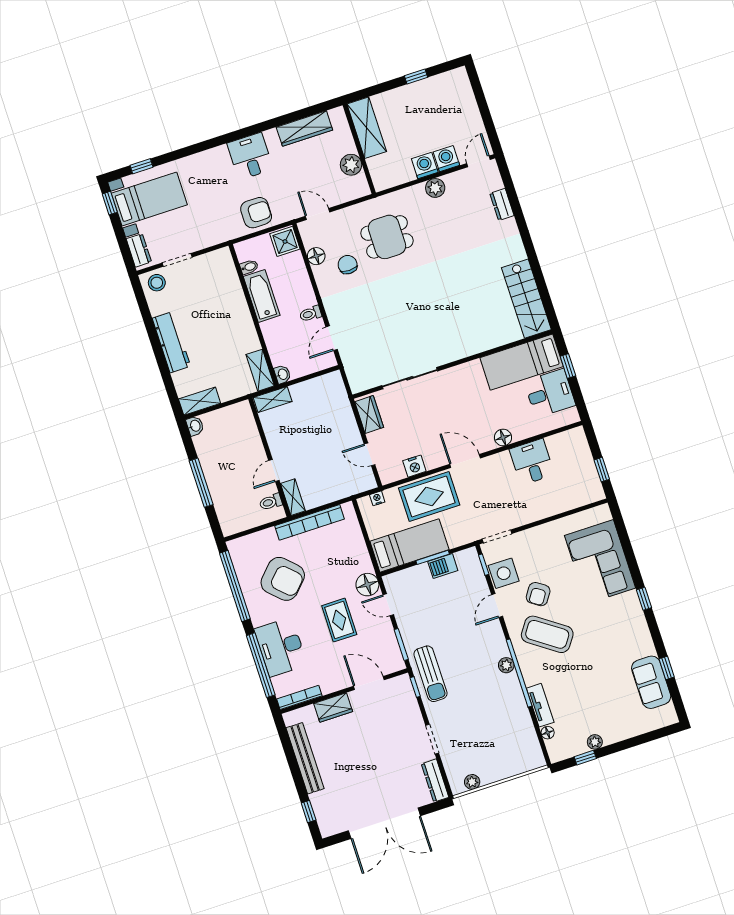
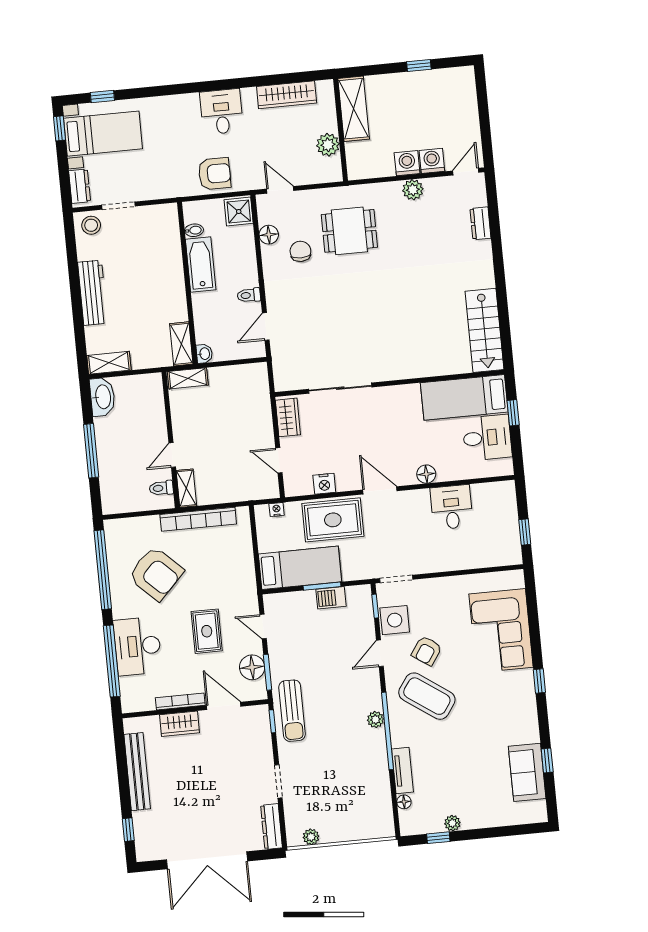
washbasin: (195, 426) -> (102, 397), width x1.91, depth x1.45
floor lamp: (367, 585) -> (252, 667), moved
bookcase: (299, 697) -> (180, 702), moved

